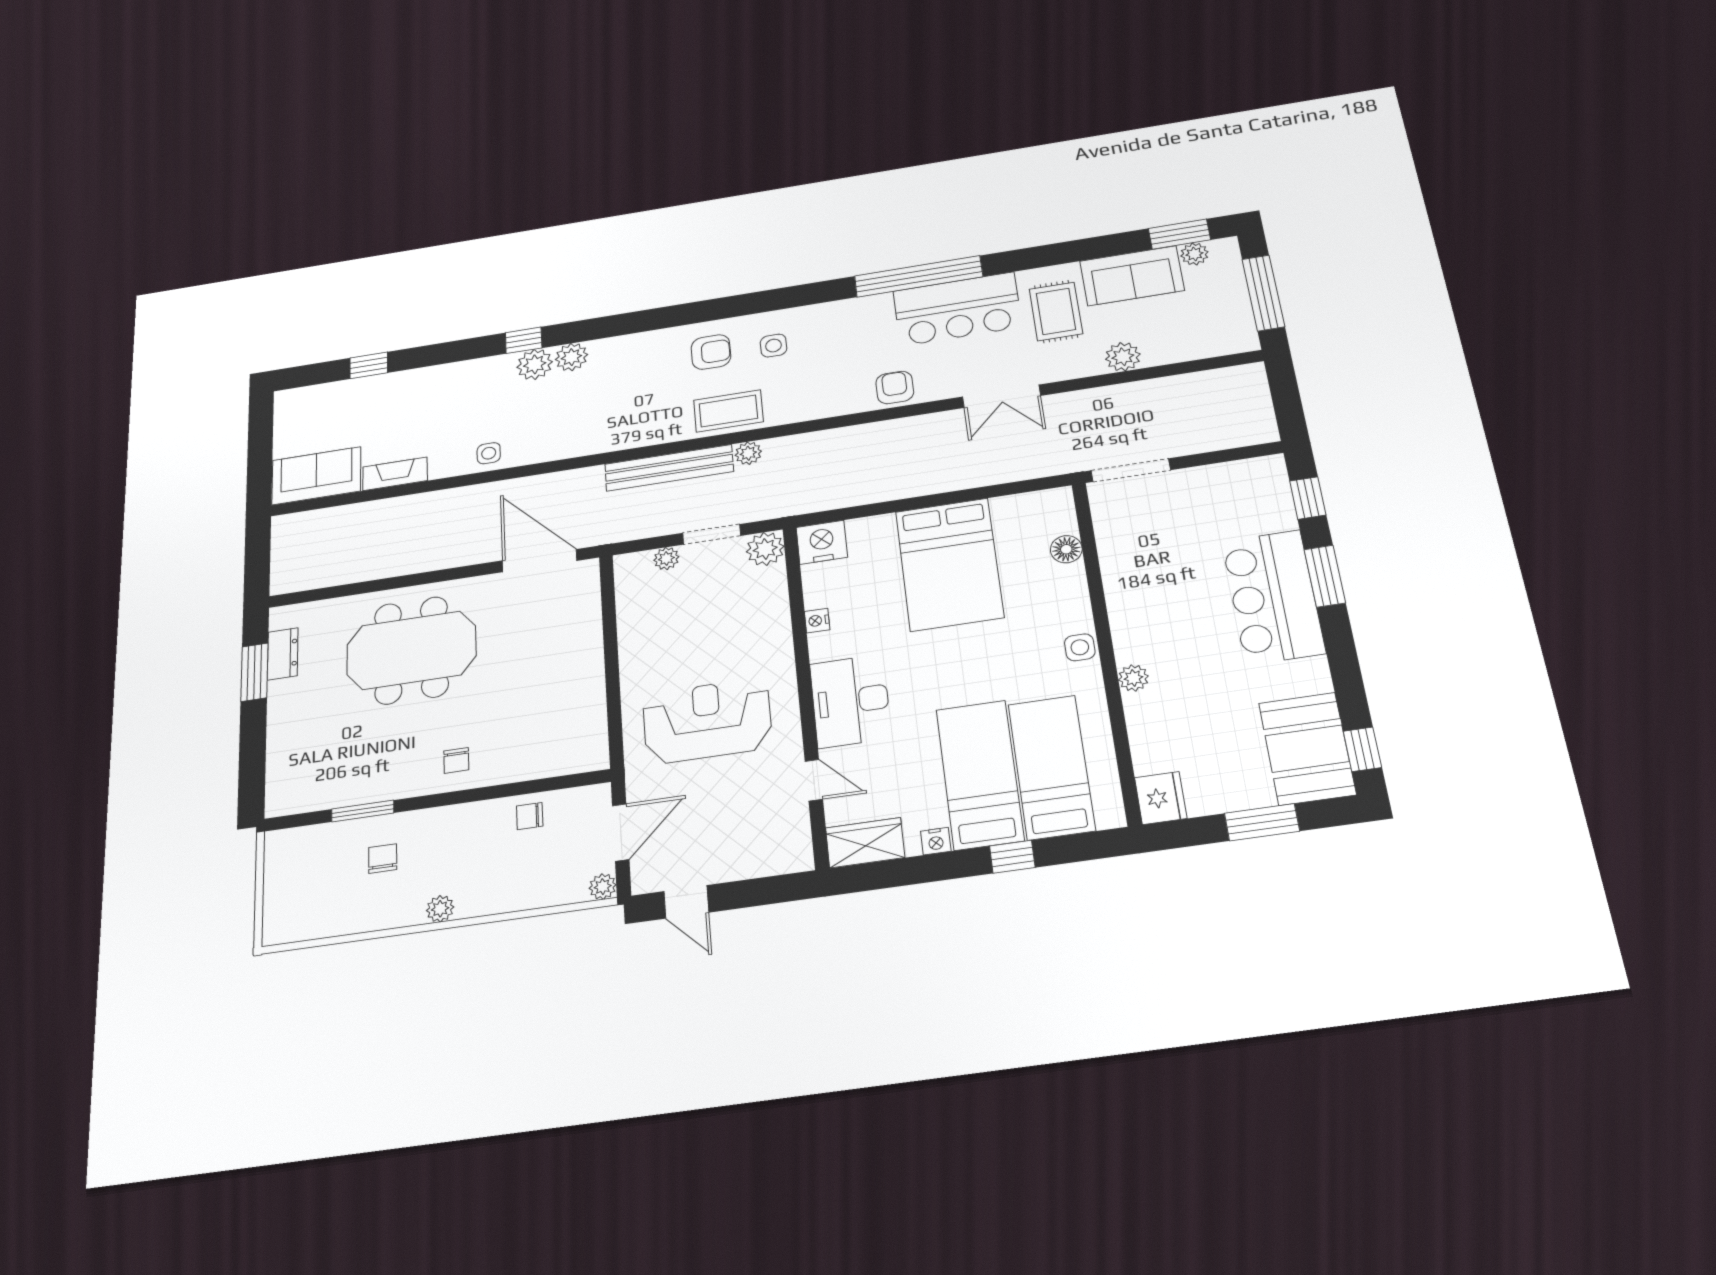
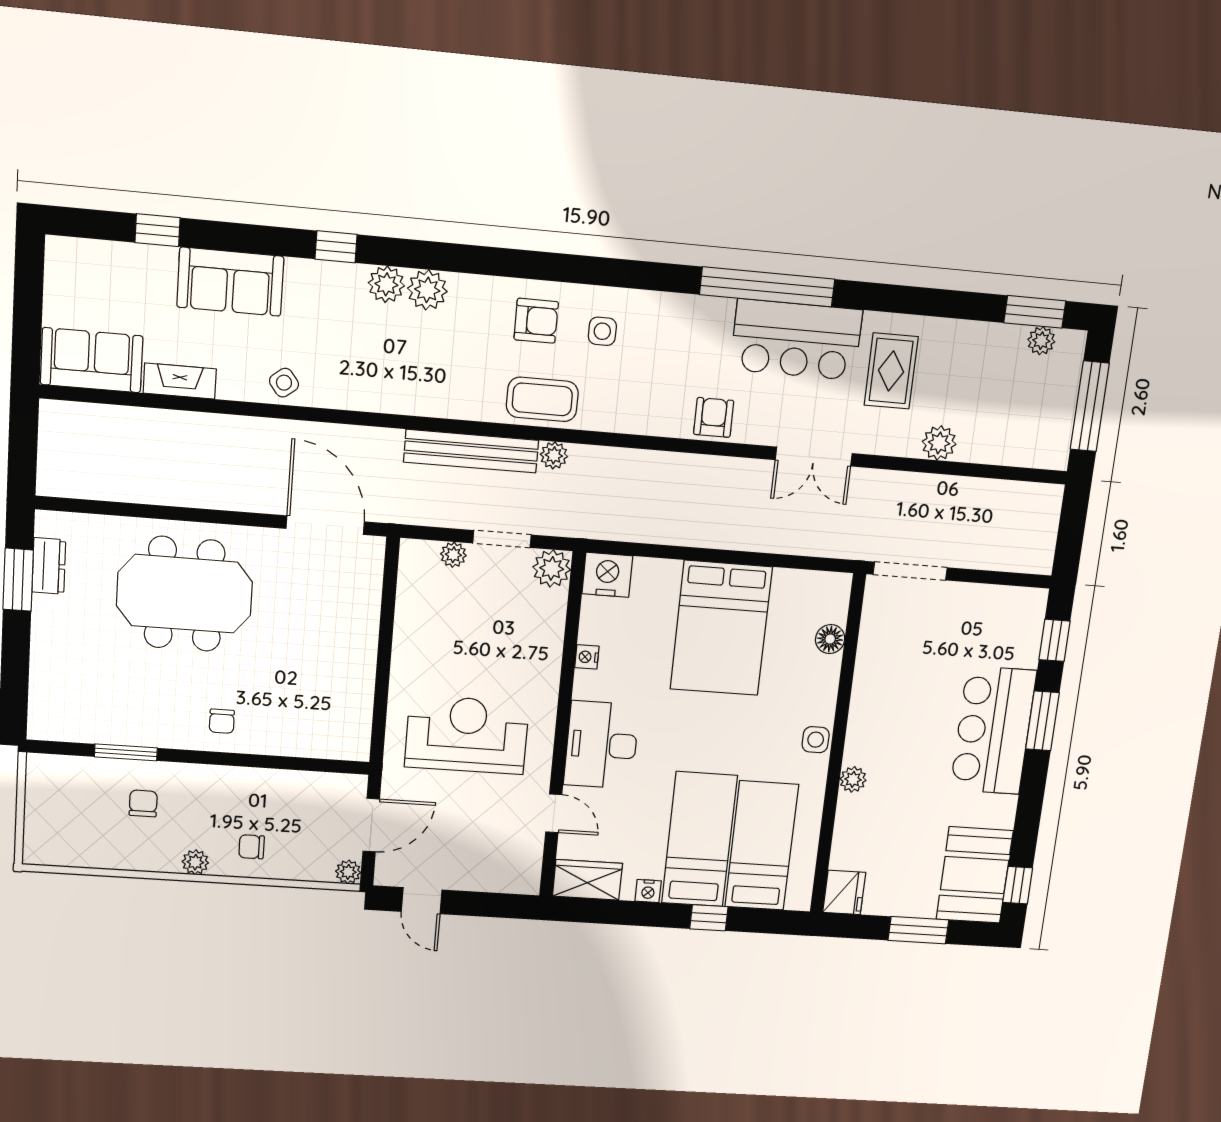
sofa: (1132, 276) -> (230, 282), moved
plant: (535, 364) -> (427, 290), moved
side table: (489, 453) -> (284, 383), turned -38
chair: (530, 816) -> (252, 847), moved

